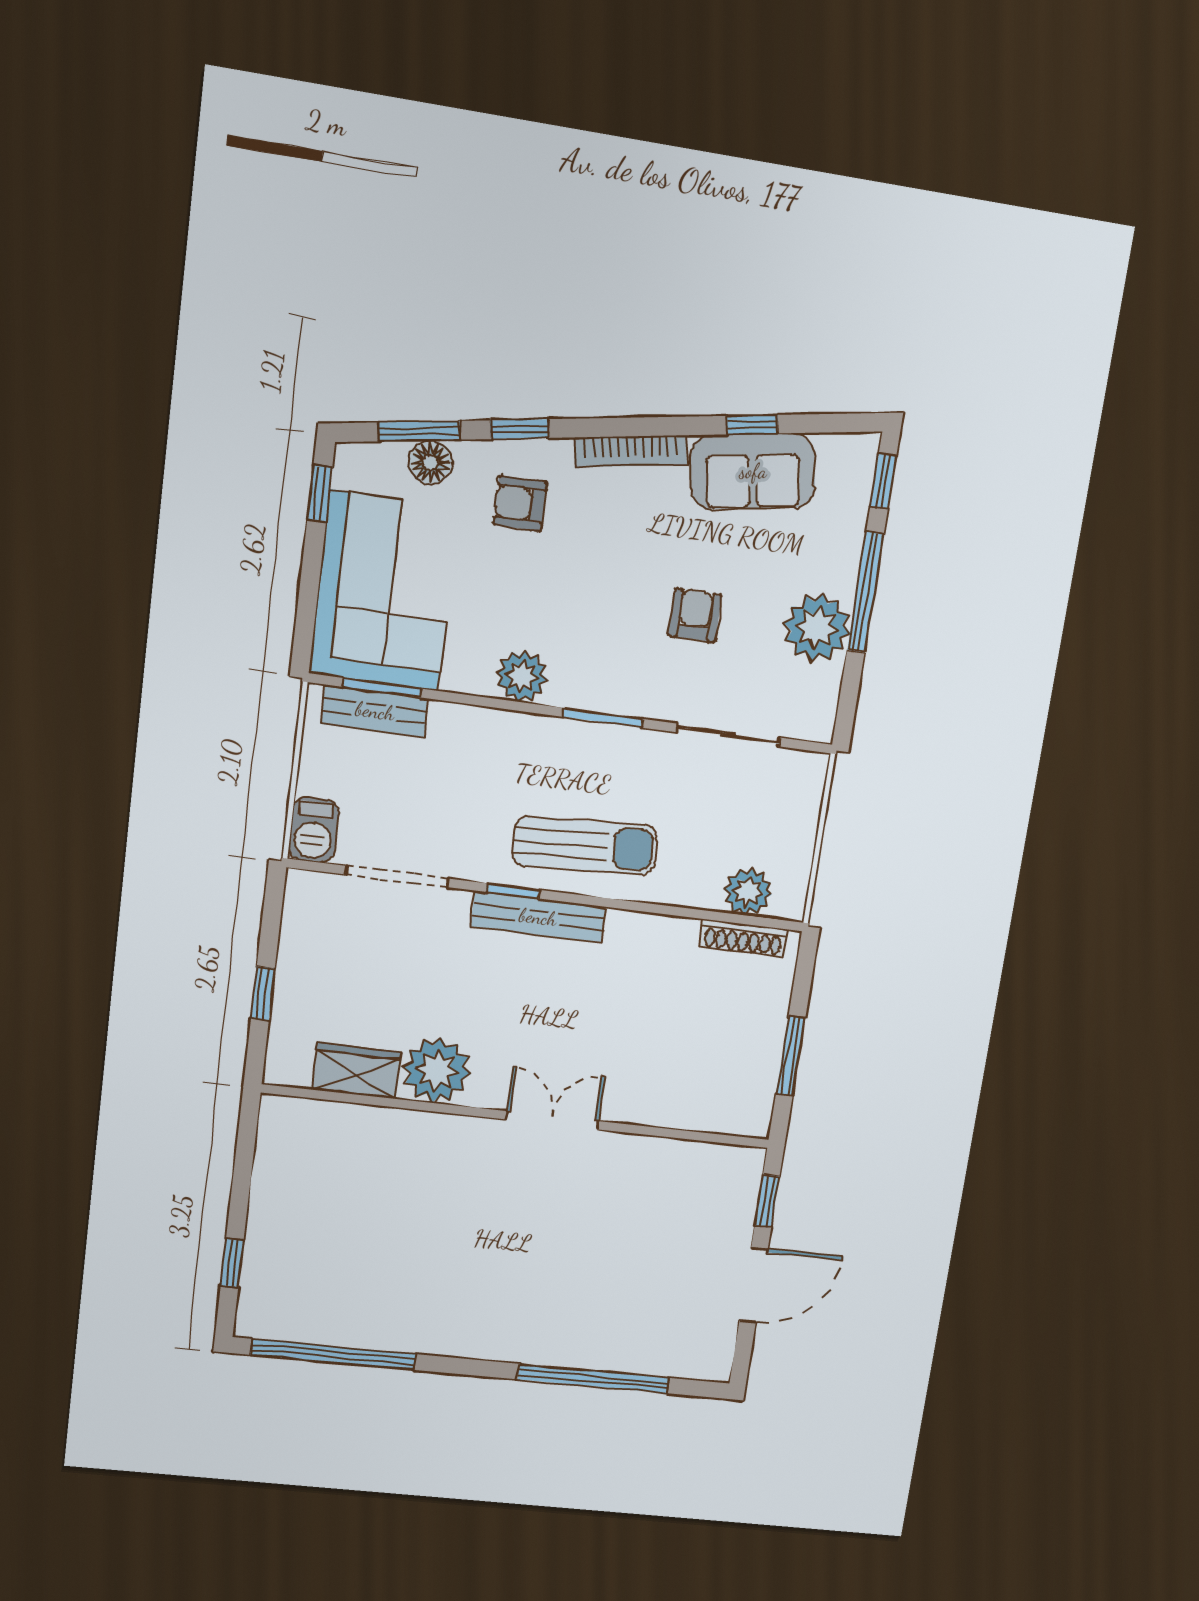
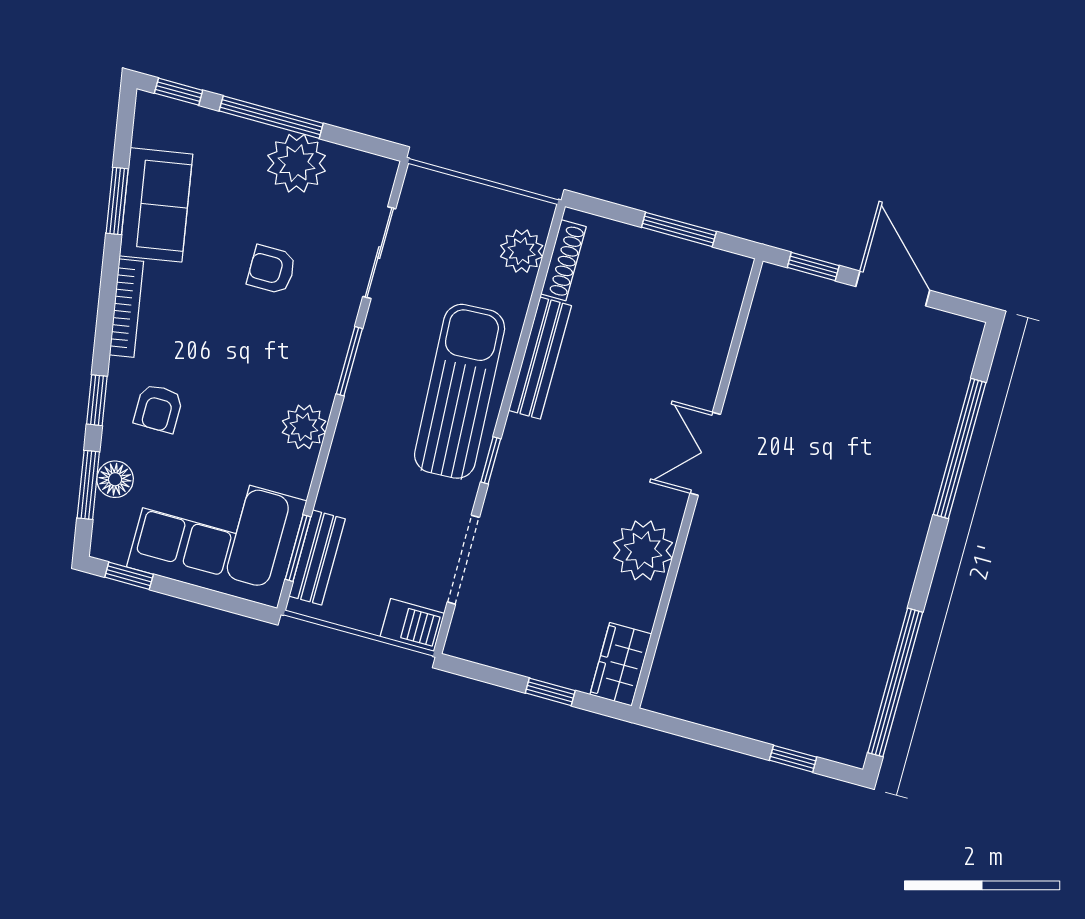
window: (752, 425) -> (117, 201), width x1.50
sun lounger: (585, 846) -> (460, 391), width x1.36, depth x1.34
bench: (538, 917) -> (540, 358), moved
wardrobe: (356, 1071) -> (621, 664), moved

